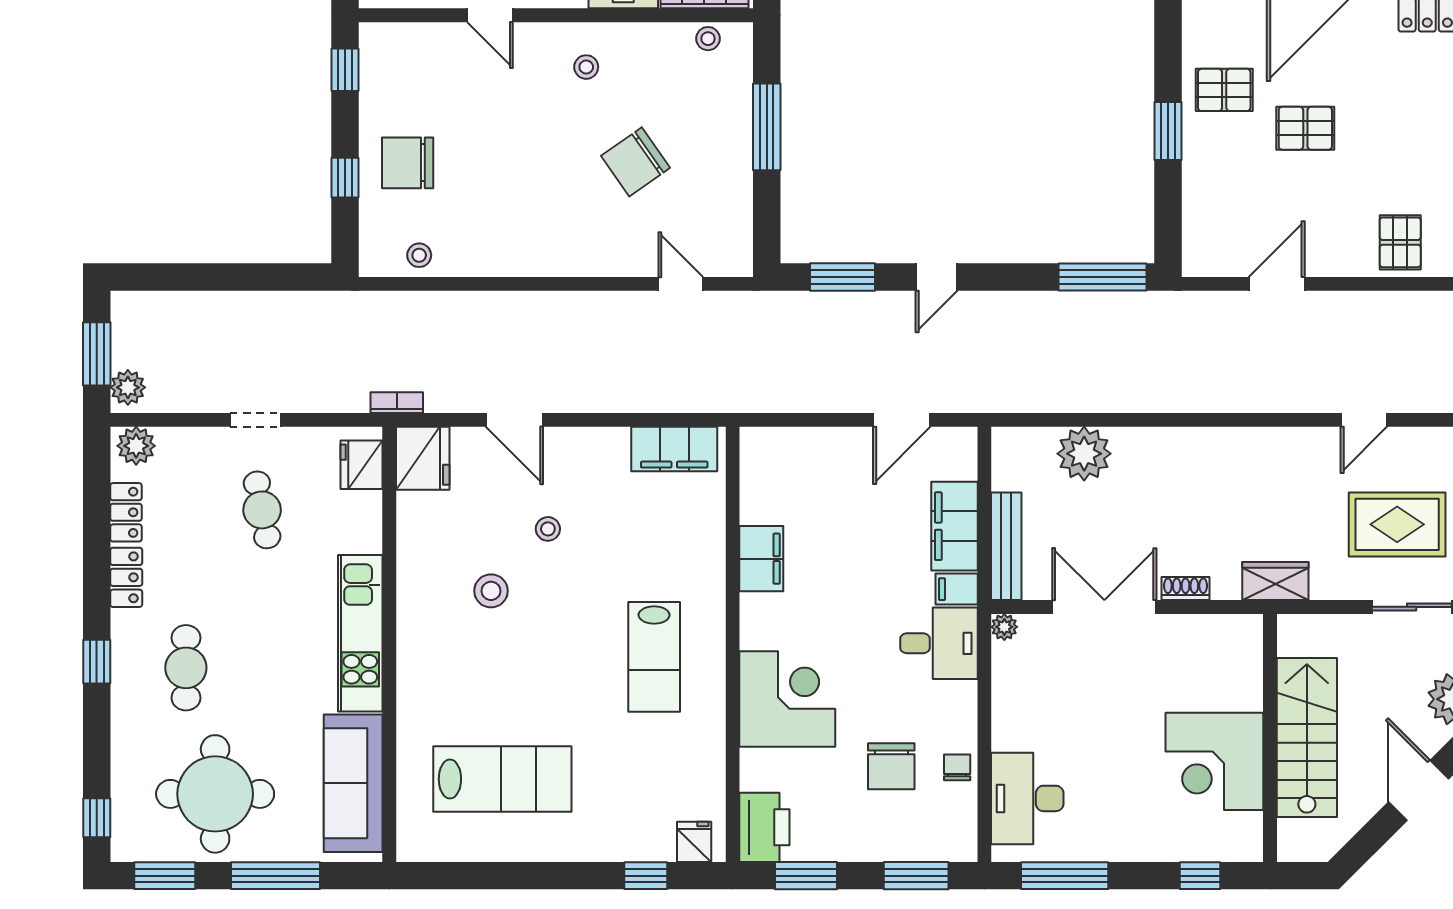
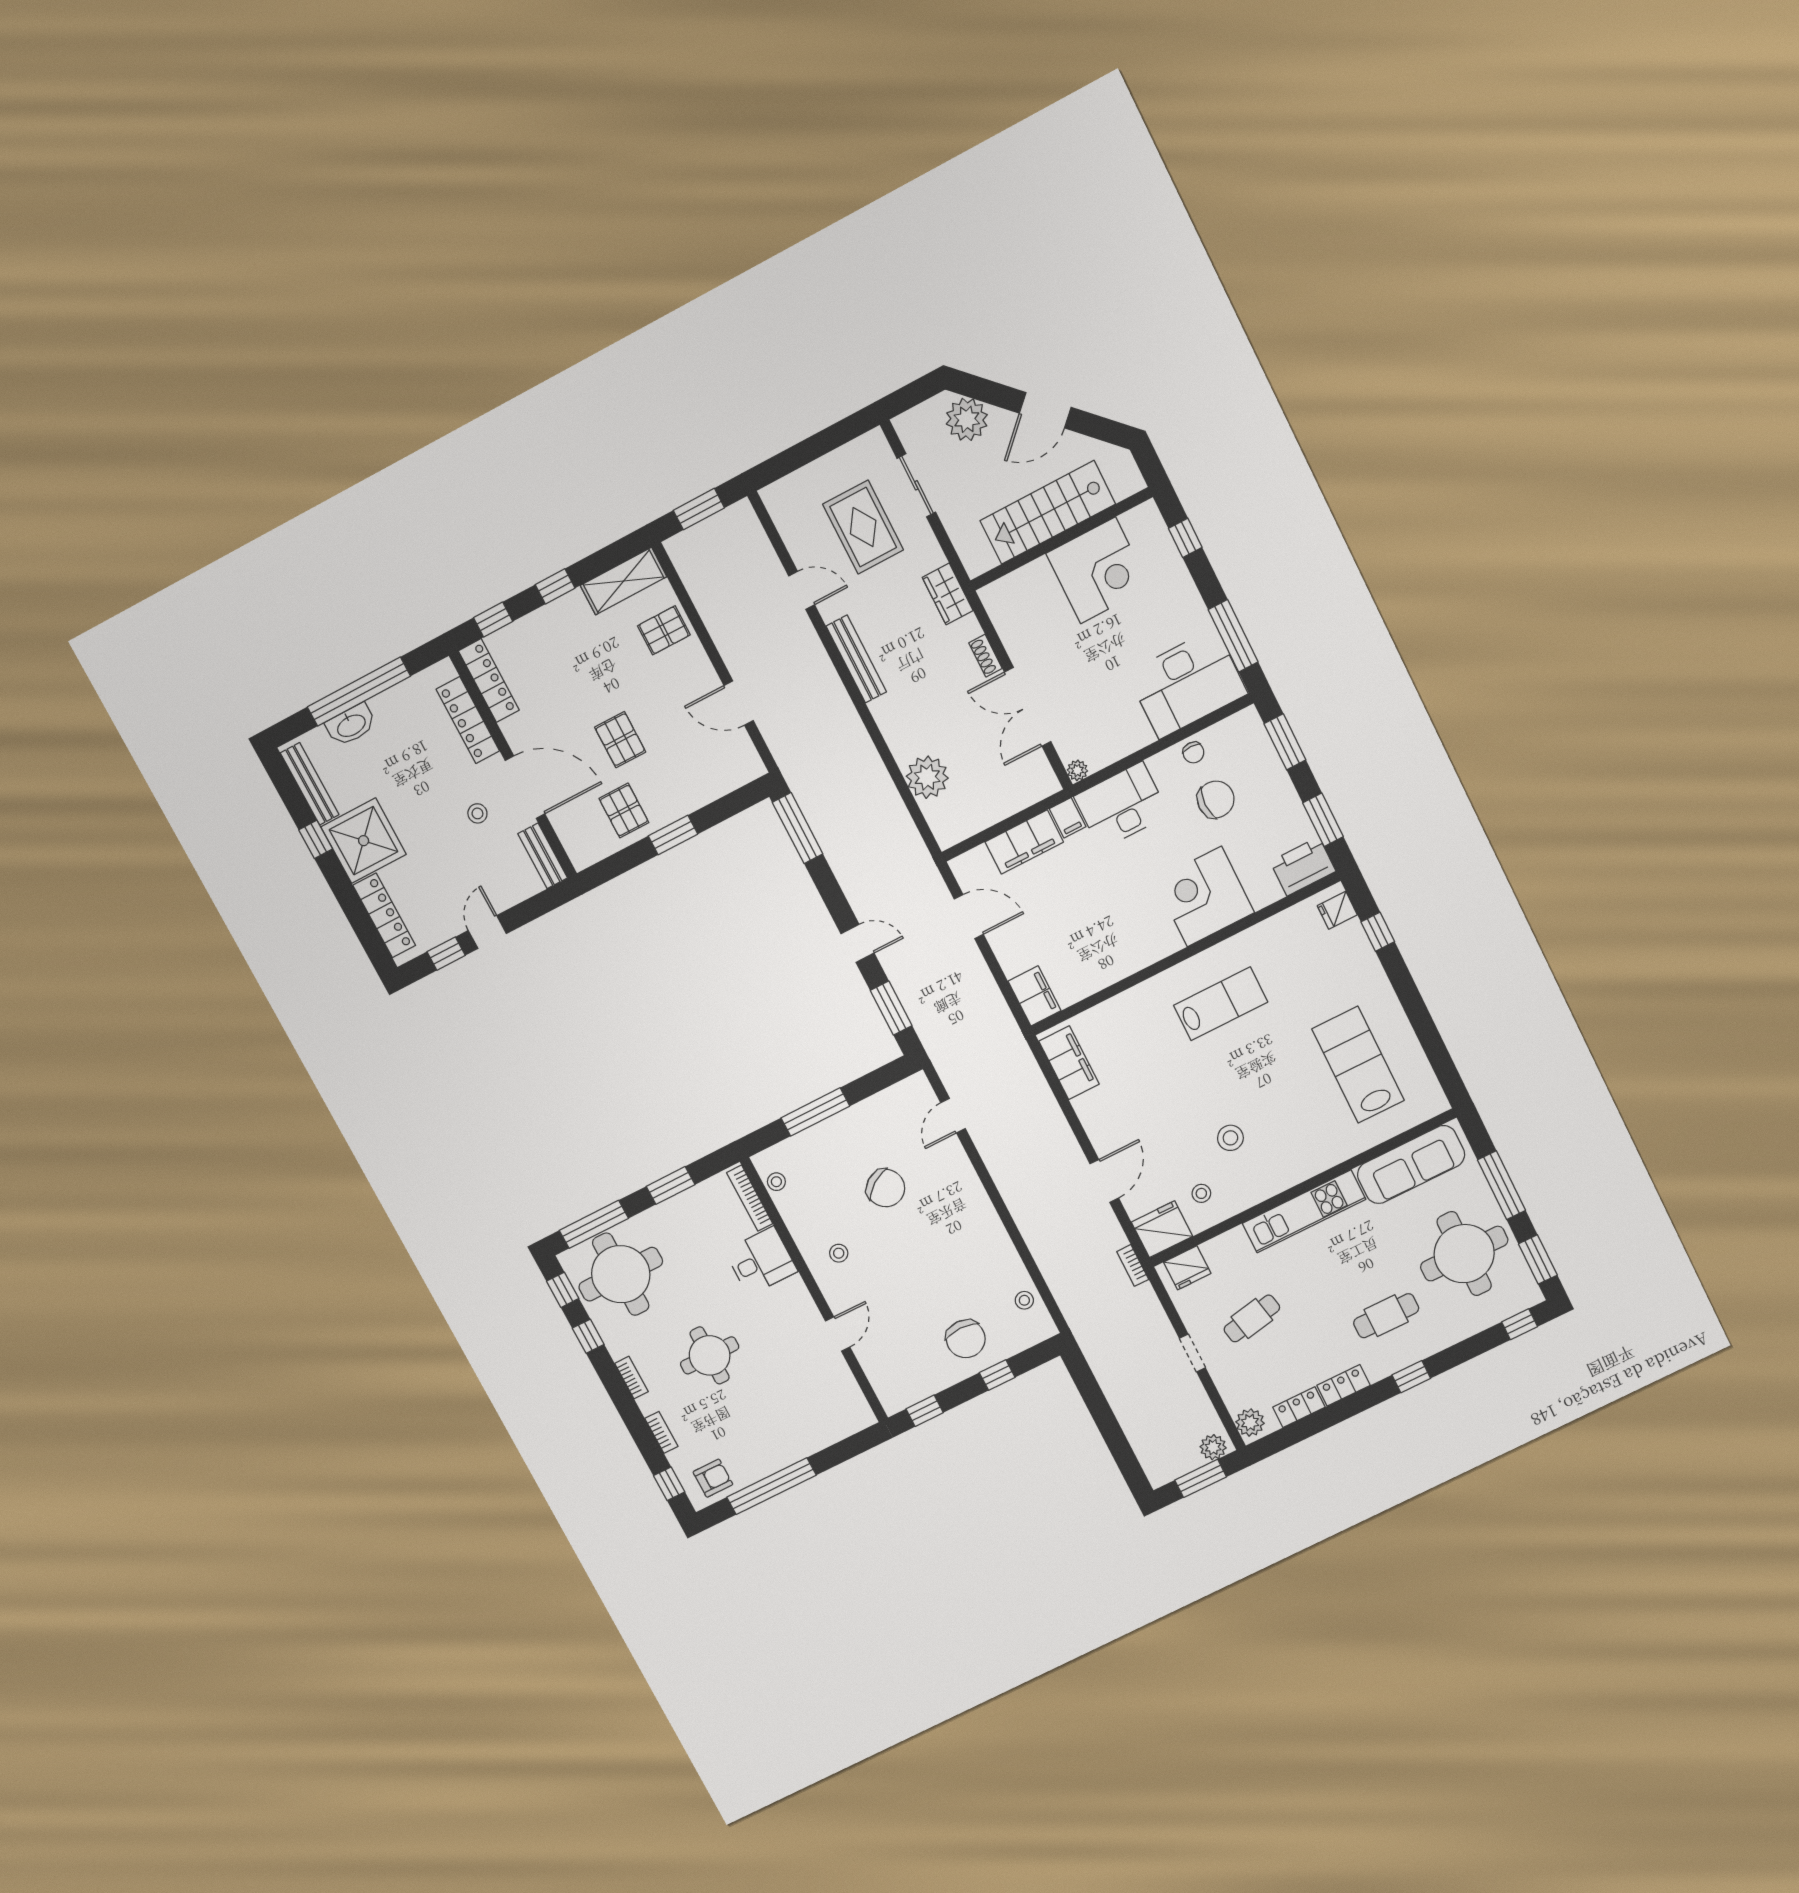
stool: (548, 529) -> (1201, 1193), moved
bench: (1006, 546) -> (856, 659), moved, turned 90
filing cabinet: (761, 559) -> (1034, 996), moved, turned 90
desk: (939, 643) -> (1121, 806), width x1.37
chair: (957, 767) -> (1193, 753), turned -90
desk: (1027, 798) -> (1187, 683), width x1.36, depth x1.30

